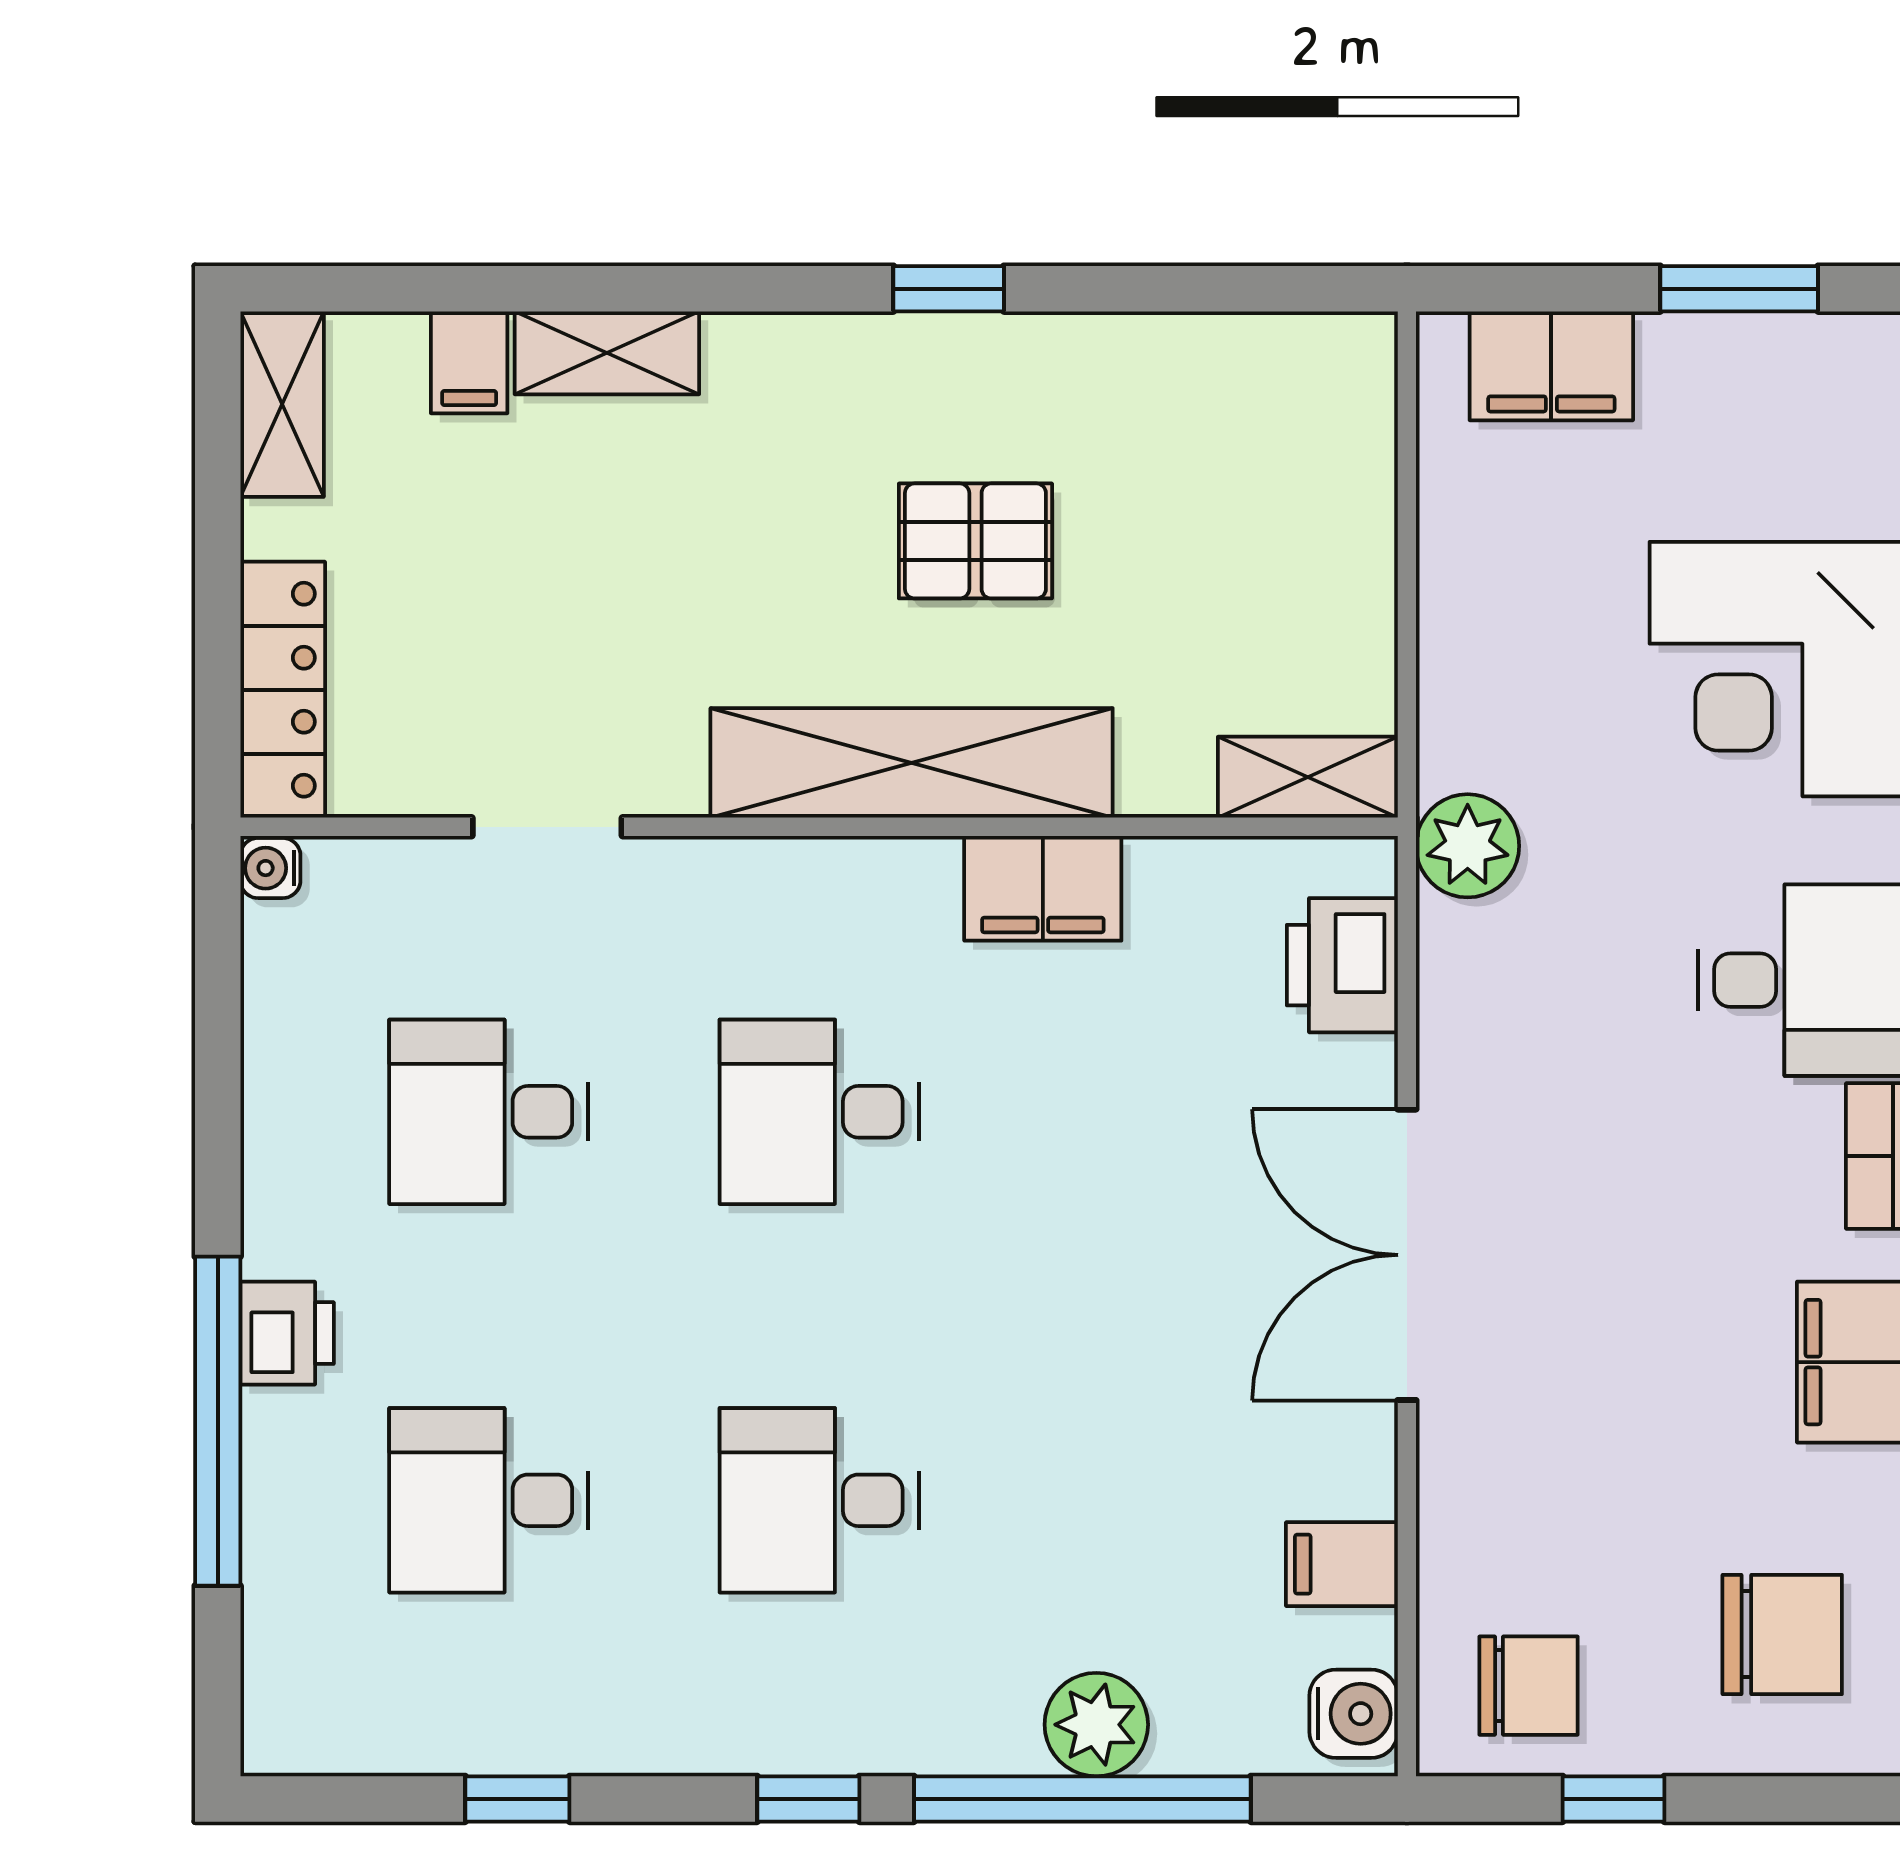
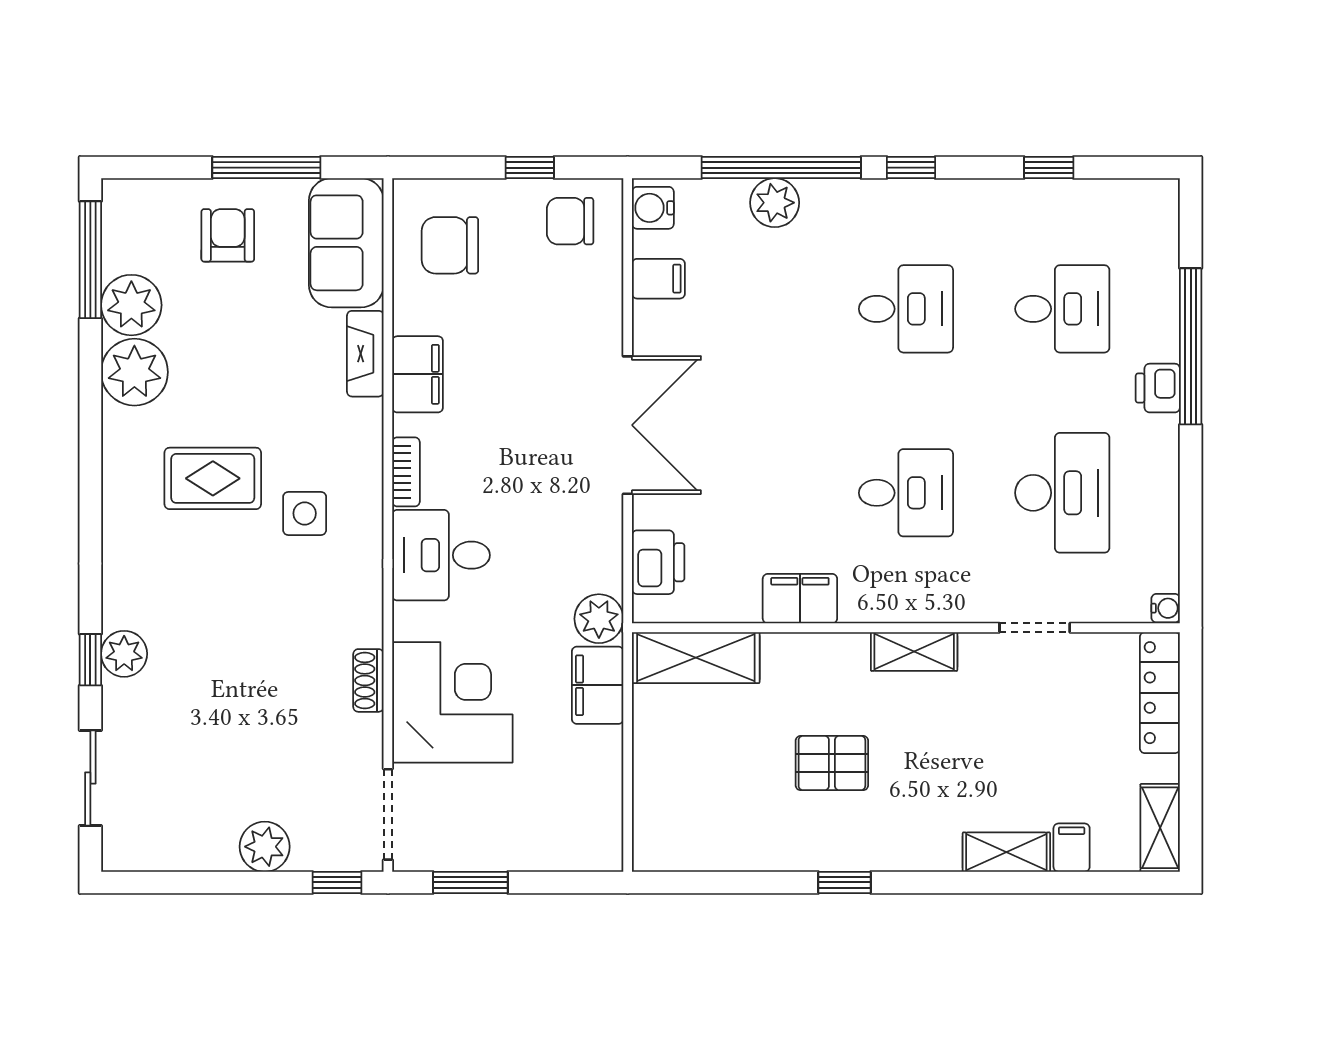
filing cabinet: (1551, 366) -> (598, 685), moved, turned -90
shelving: (912, 763) -> (914, 651), width x0.45, depth x0.75
shelving: (1308, 777) -> (696, 658), width x1.50, depth x1.33
desk: (489, 1112) -> (1062, 493), width x1.37

